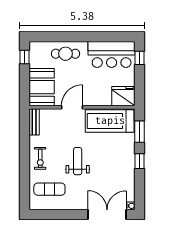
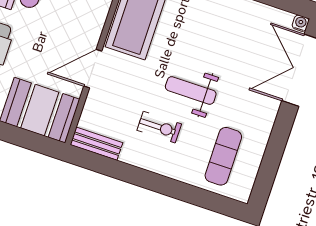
door: (72, 107) -> (93, 69), hinge flipped
exercise bike: (40, 158) -> (159, 127), moved

